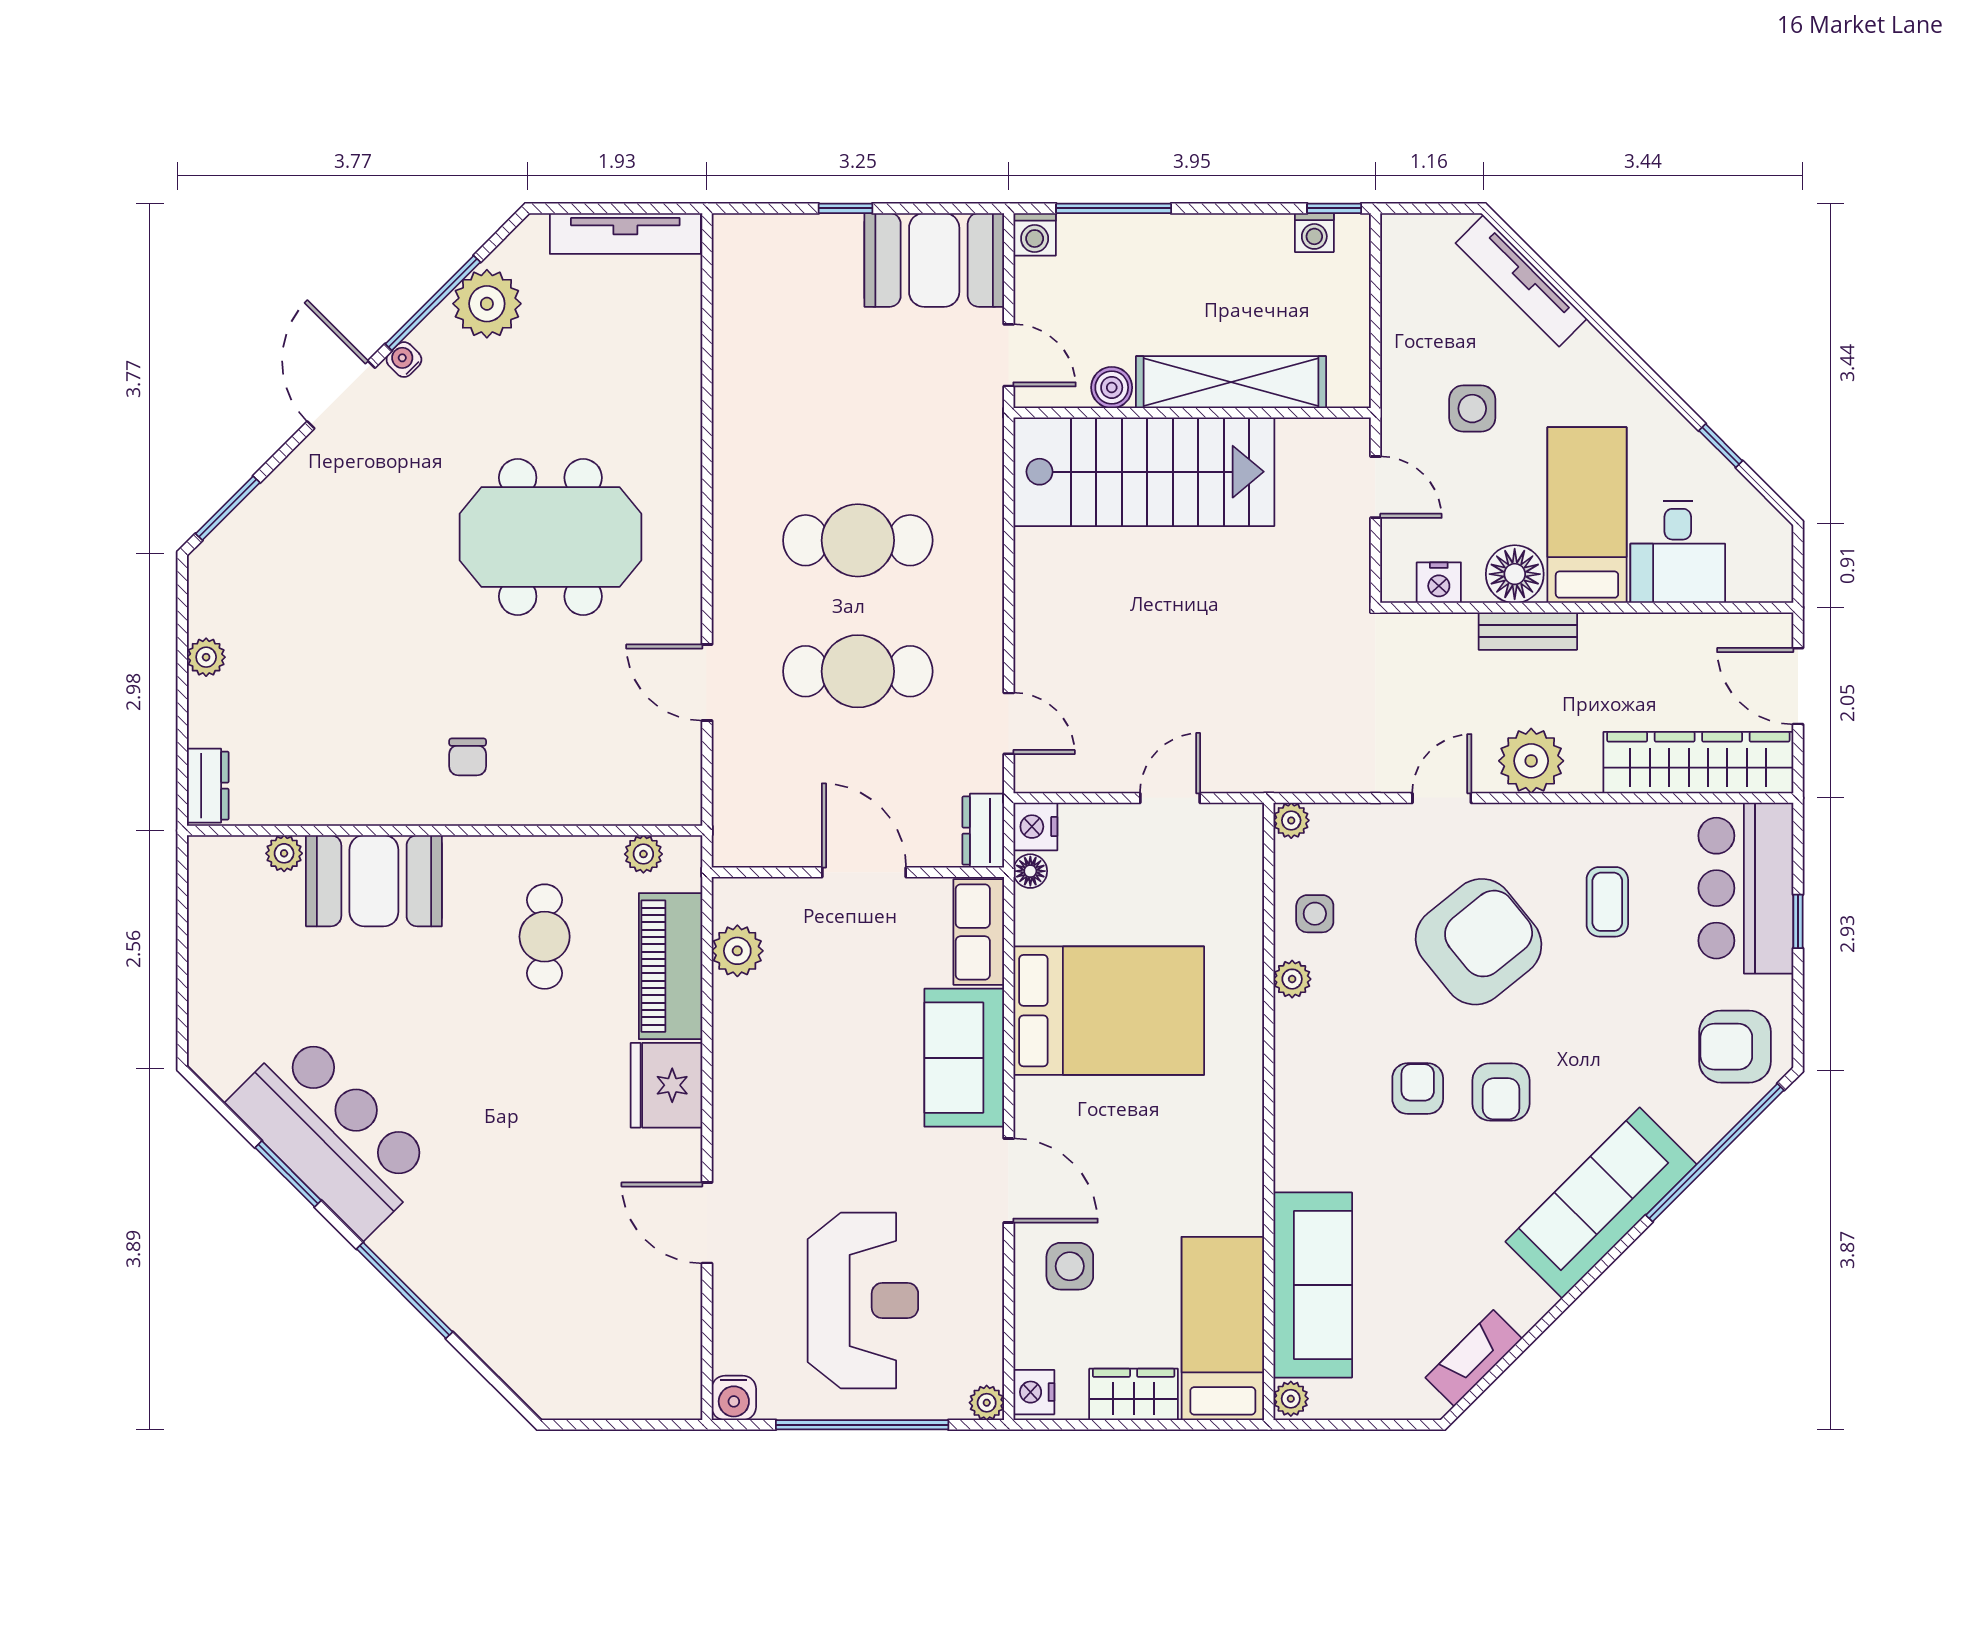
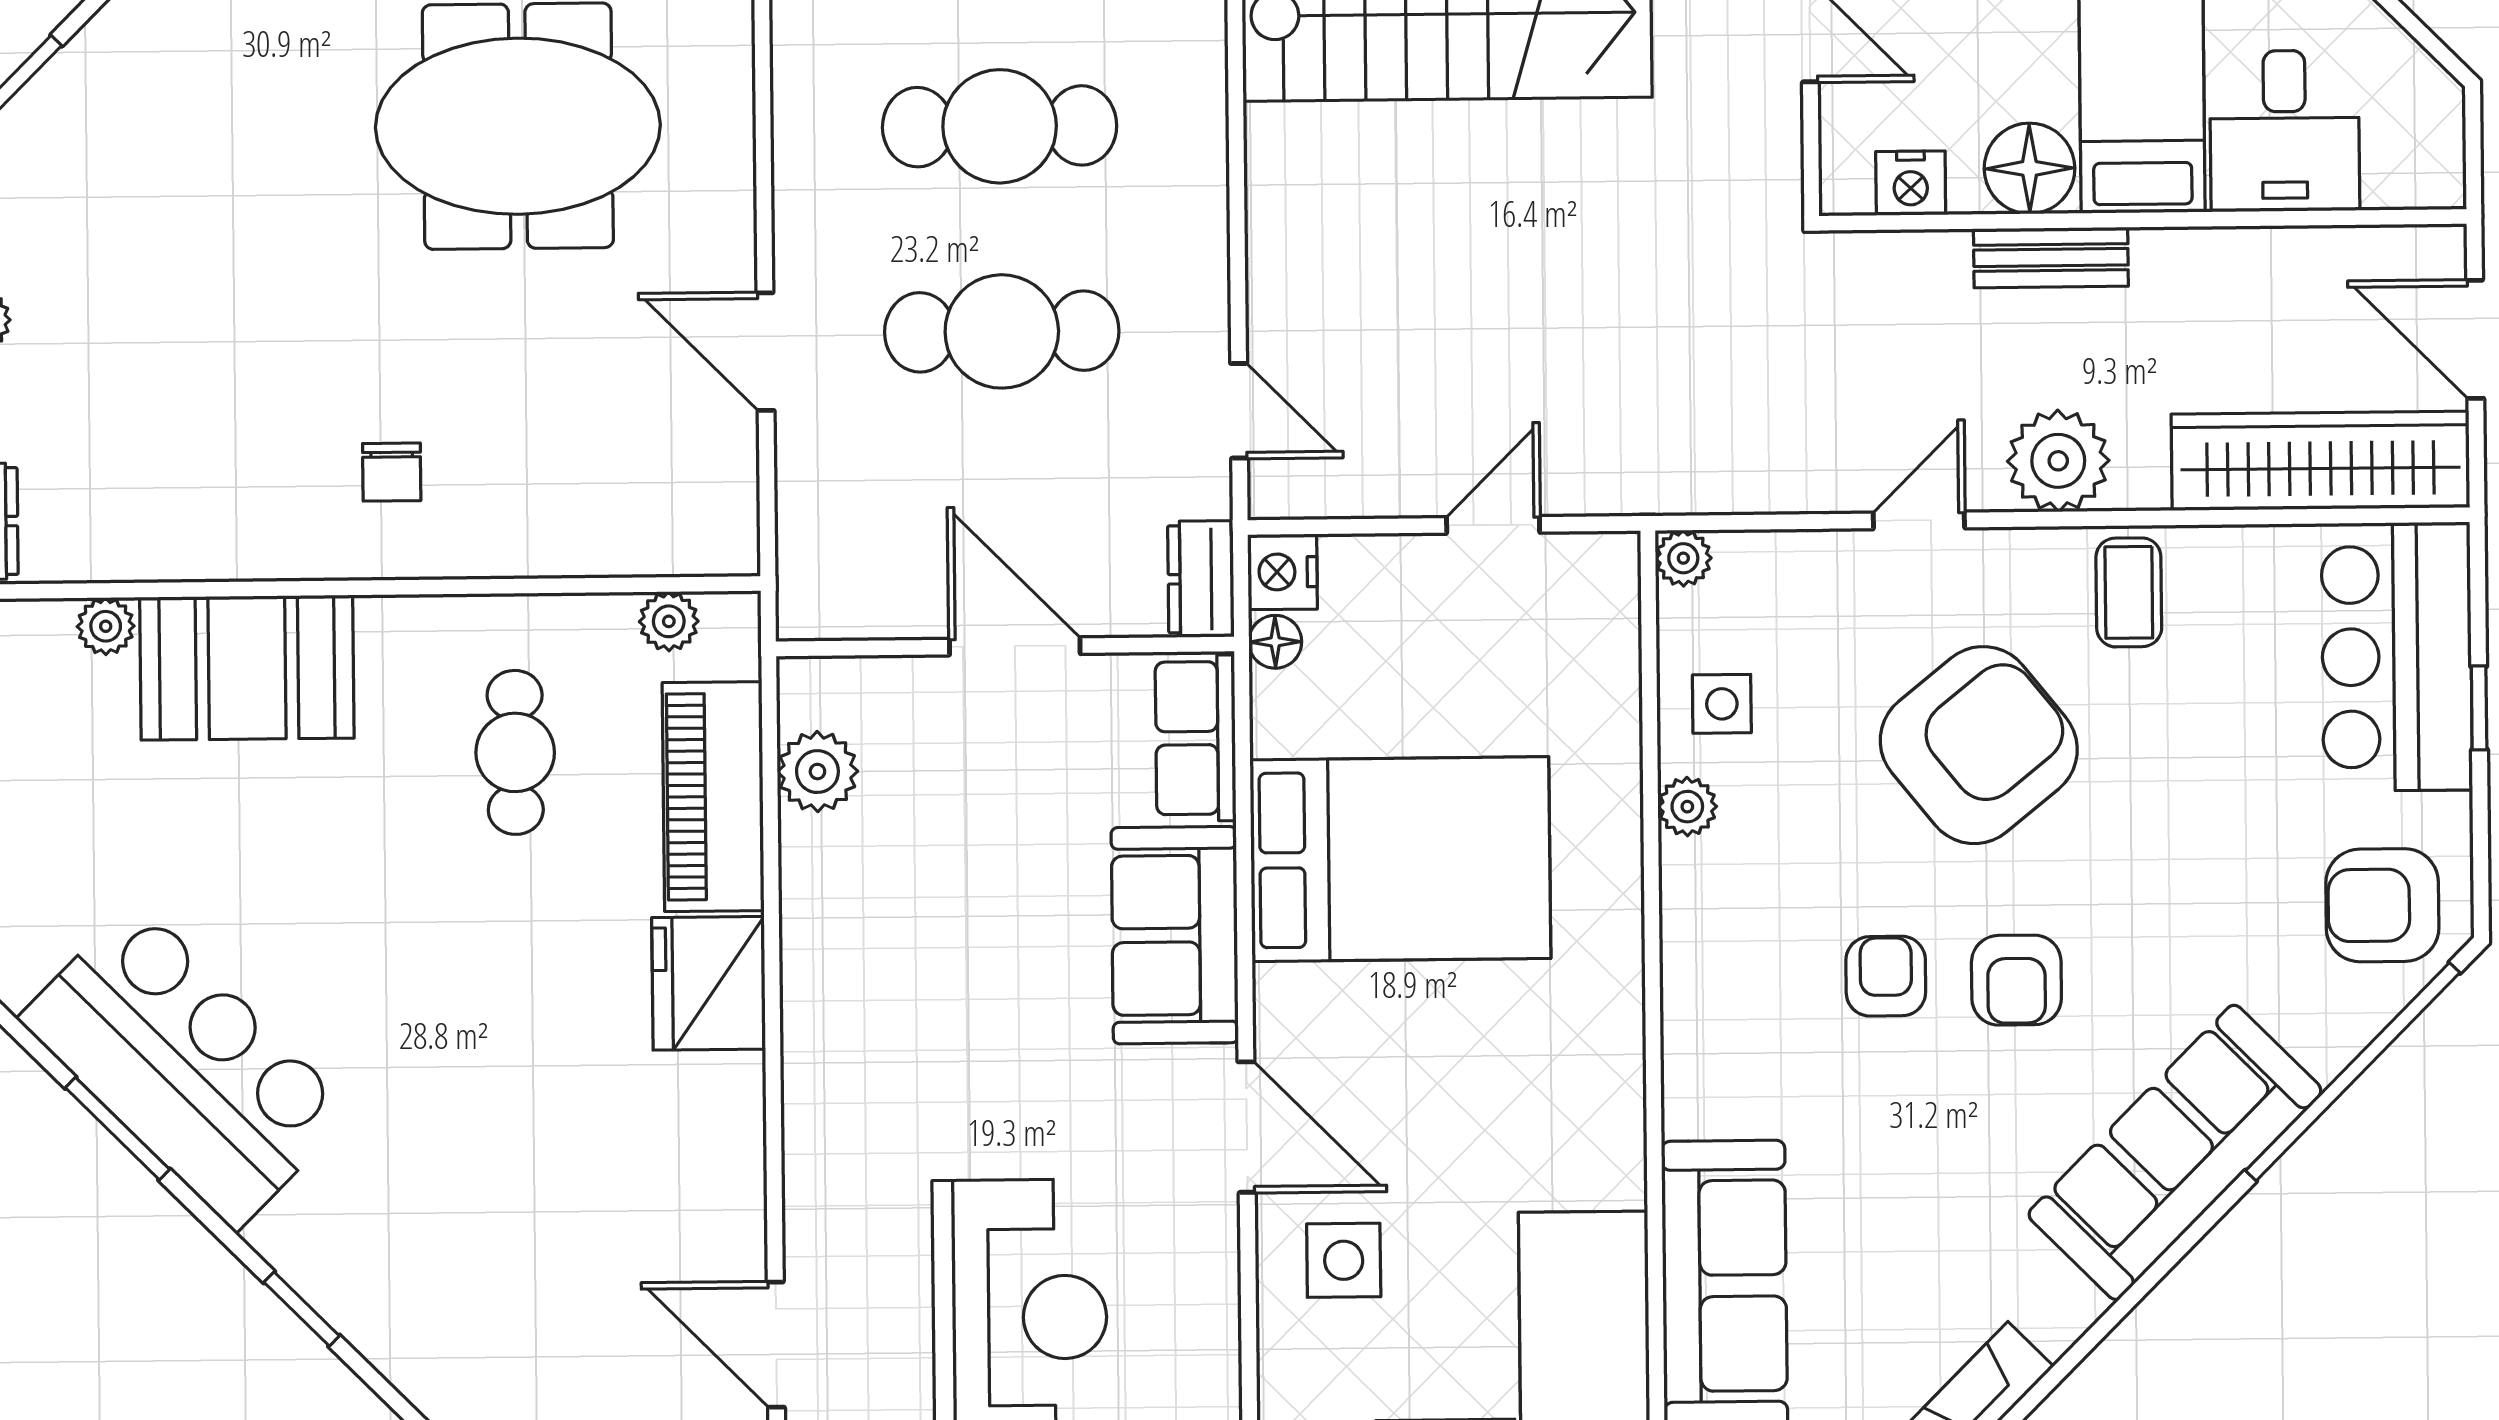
coffee table: (1607, 902) -> (2129, 592), moved
door: (707, 1223) -> (776, 1345), moved
window: (405, 1290) -> (302, 1309), width x0.46

